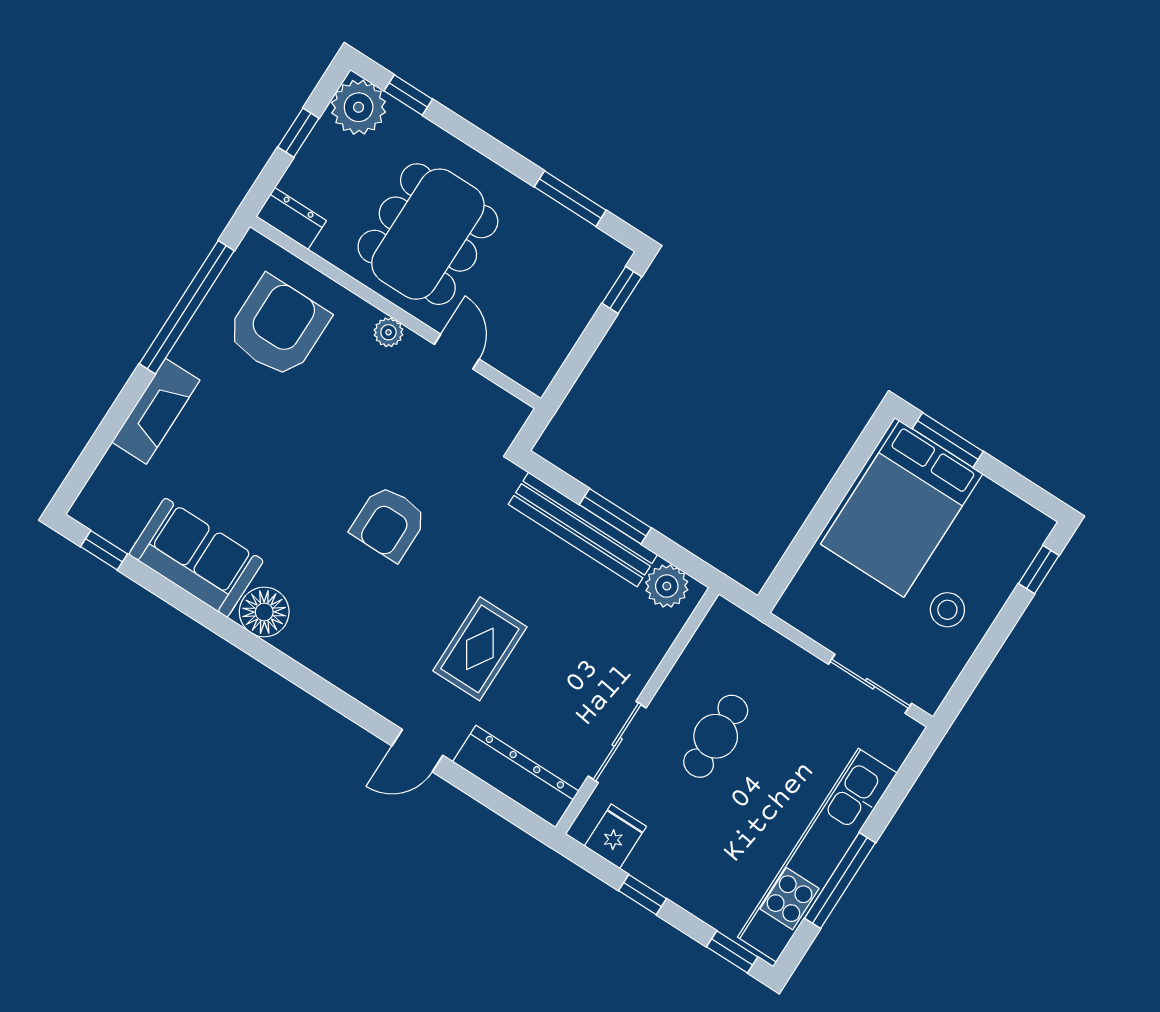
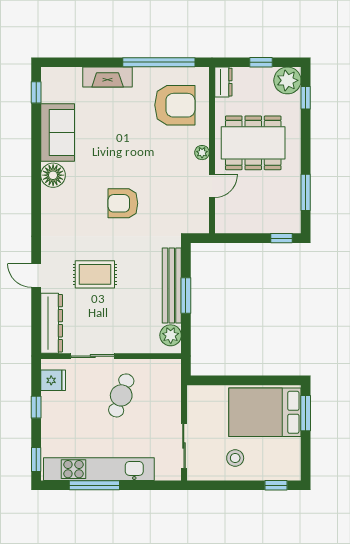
cafe table: (716, 736) -> (121, 395), turned -71

